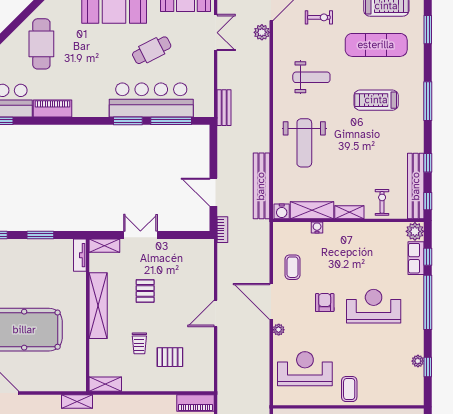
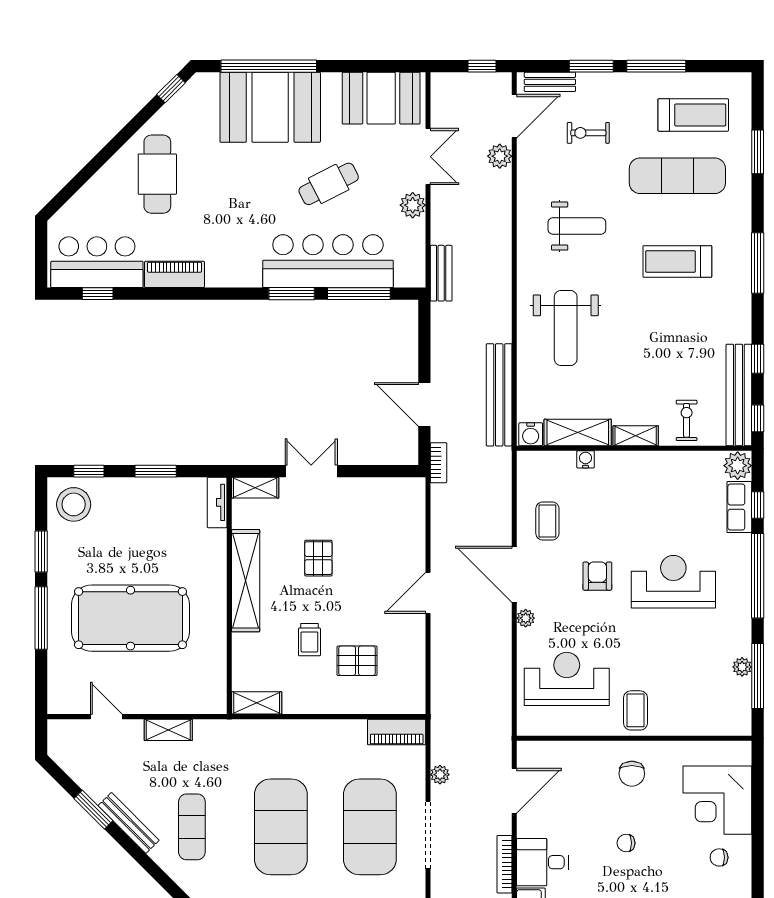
exercise bike: (319, 17) -> (588, 133), turned 180
plant: (206, 64) -> (413, 205), added
window: (428, 367) -> (758, 676), width x2.17
shelving: (77, 402) -> (168, 730), moved

